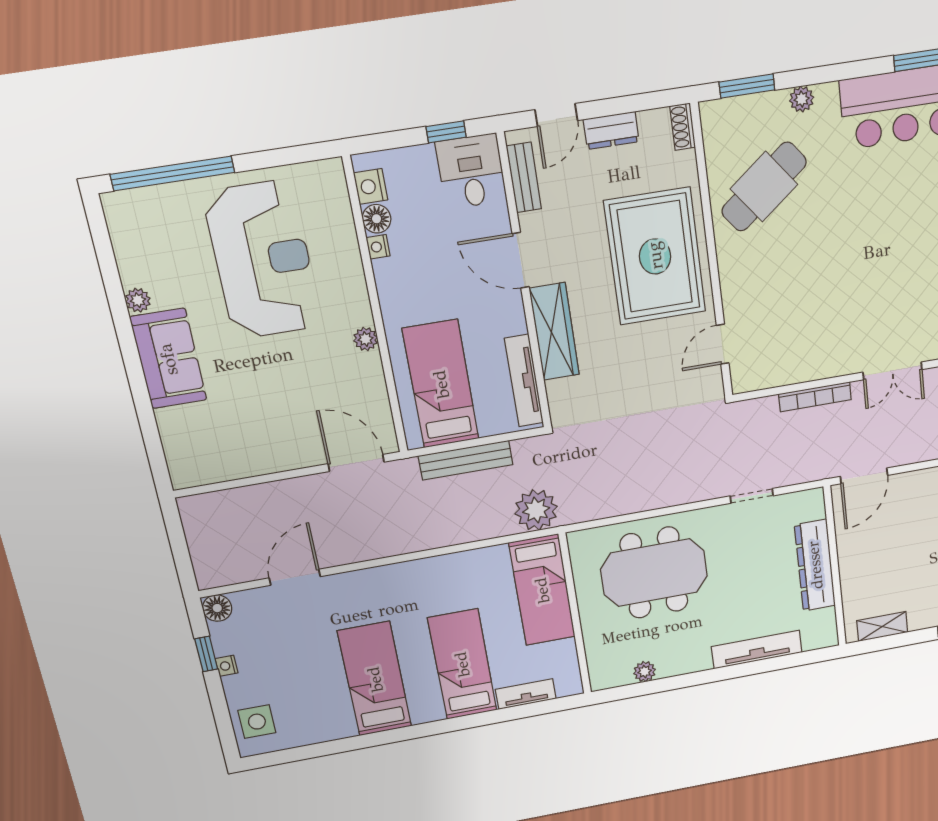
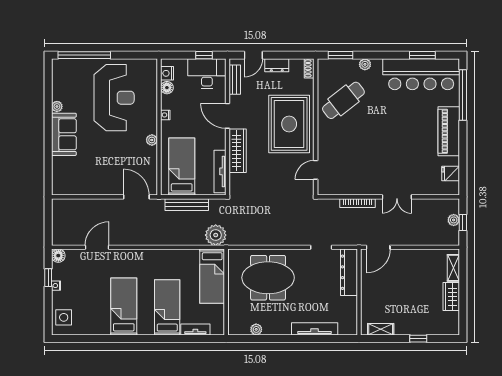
desk: (471, 171) -> (207, 74), width x1.37
nightstand: (378, 247) -> (165, 115), moved
dresser: (815, 565) -> (349, 272), moved

